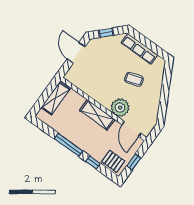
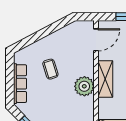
plant: (120, 108) -> (84, 86), moved

